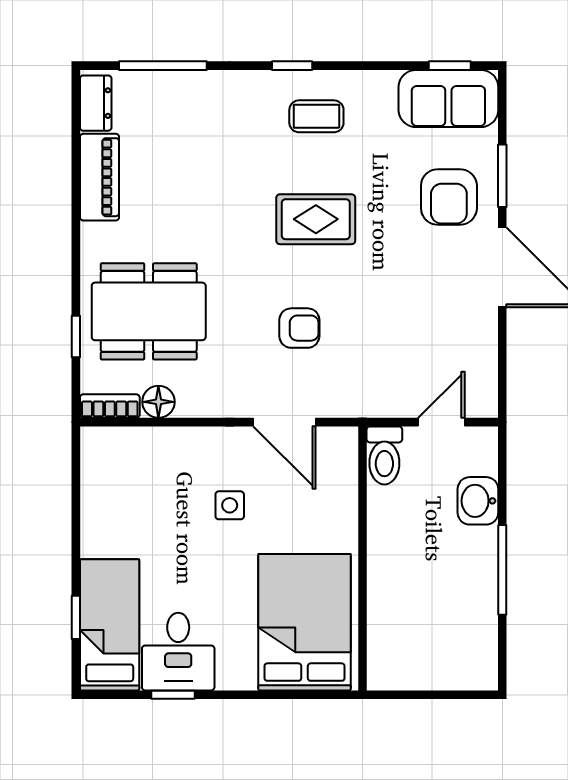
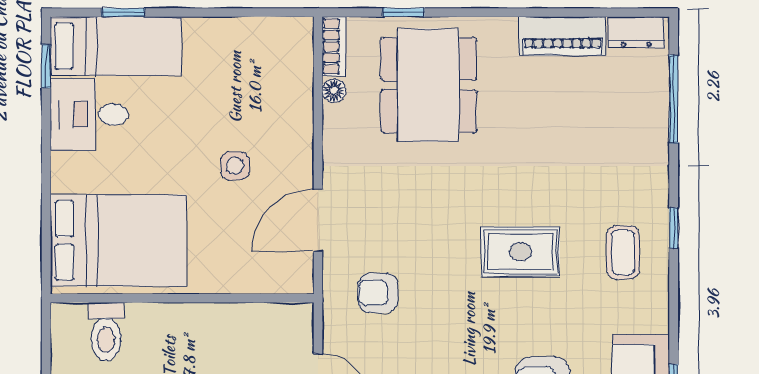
rug: (316, 219) -> (520, 252), turned 90
armchair: (299, 328) -> (378, 293), moved, turned 90
floor lamp: (158, 402) -> (334, 90), width x0.73, depth x0.73
toilet: (384, 455) -> (106, 332), moved, turned -90
window: (173, 695) -> (46, 66), moved

